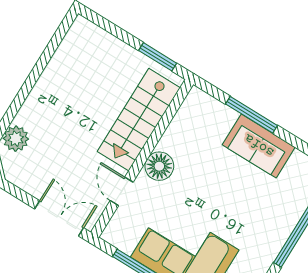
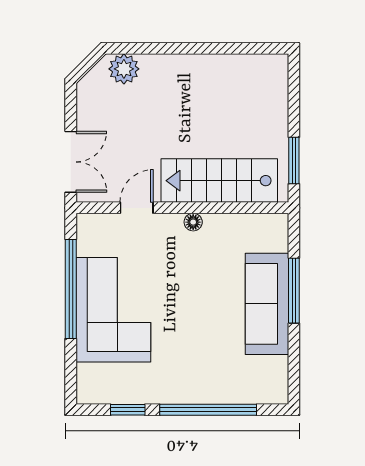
sofa: (259, 146) -> (267, 304), width x1.36
floor lamp: (159, 166) -> (193, 222), width x0.53, depth x0.53

